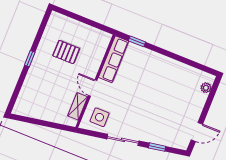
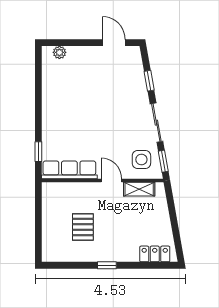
door: (93, 88) -> (111, 181), swing flipped
locker: (24, 98) -> (155, 254), added
window: (92, 133) -> (163, 161), added

